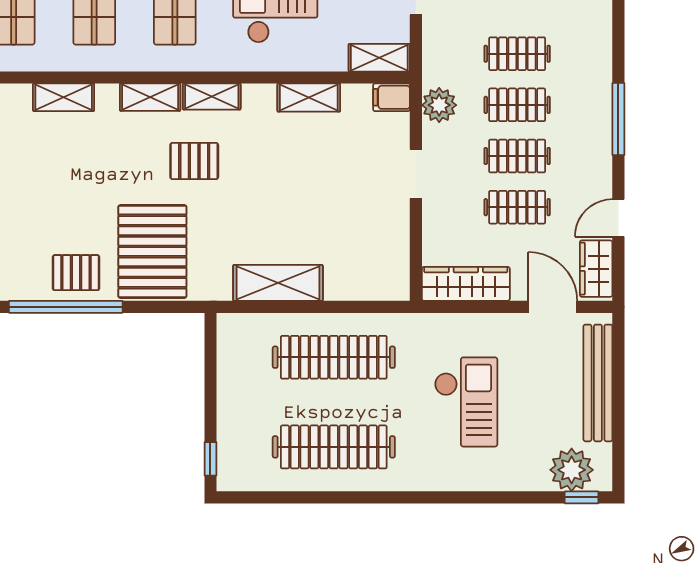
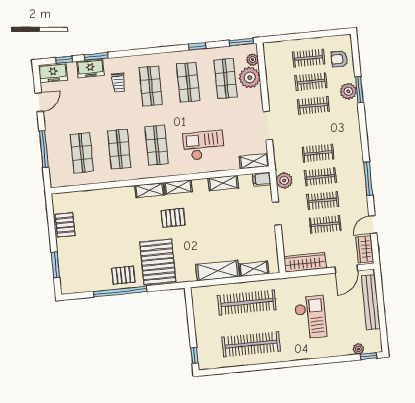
shelving: (64, 97) -> (254, 269), moved
door: (553, 307) -> (346, 269), swing flipped
plant: (572, 470) -> (358, 349), width x0.53, depth x0.53

